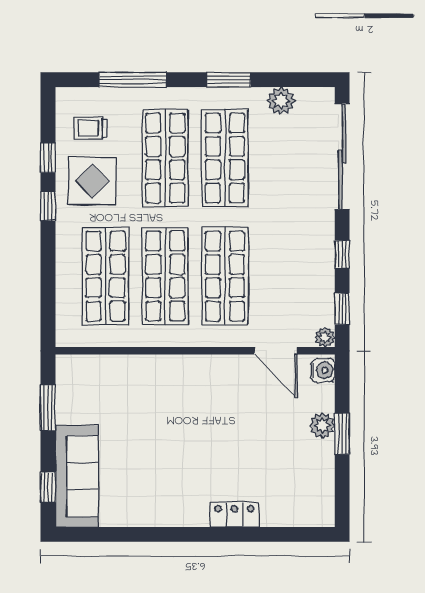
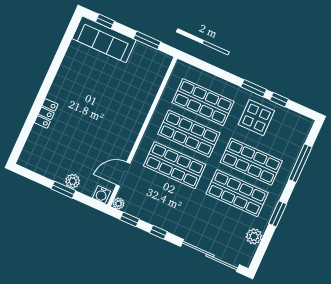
trolley: (91, 128) -> (285, 129), removed
window: (48, 206) -> (254, 88), width x1.50

